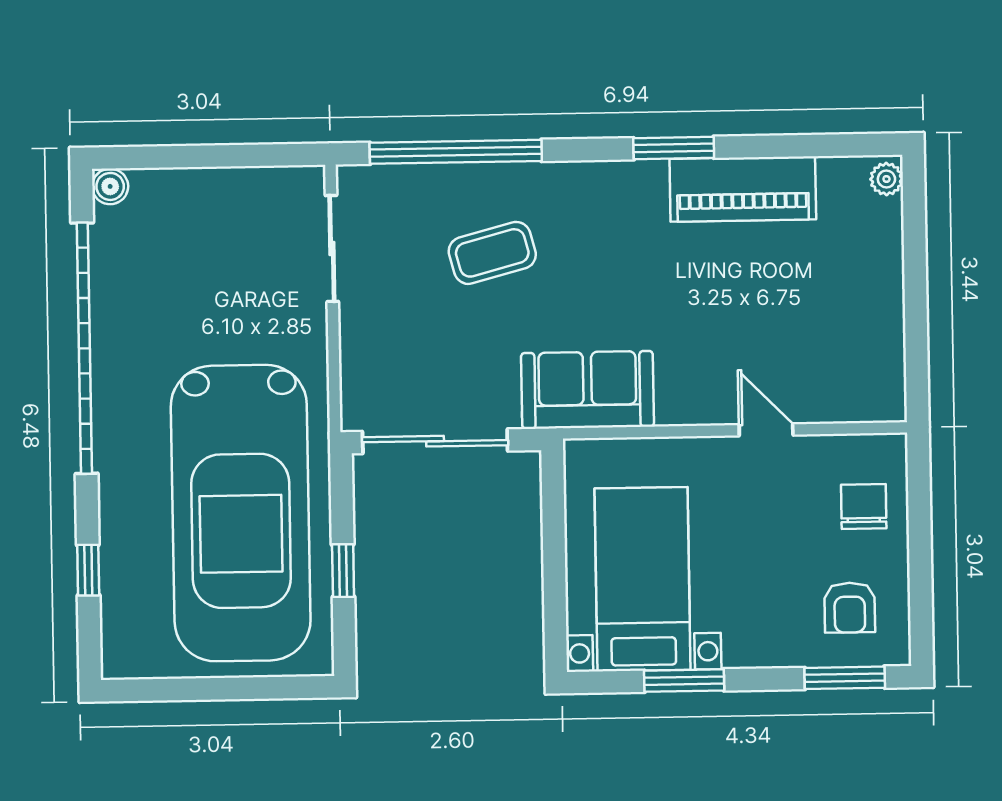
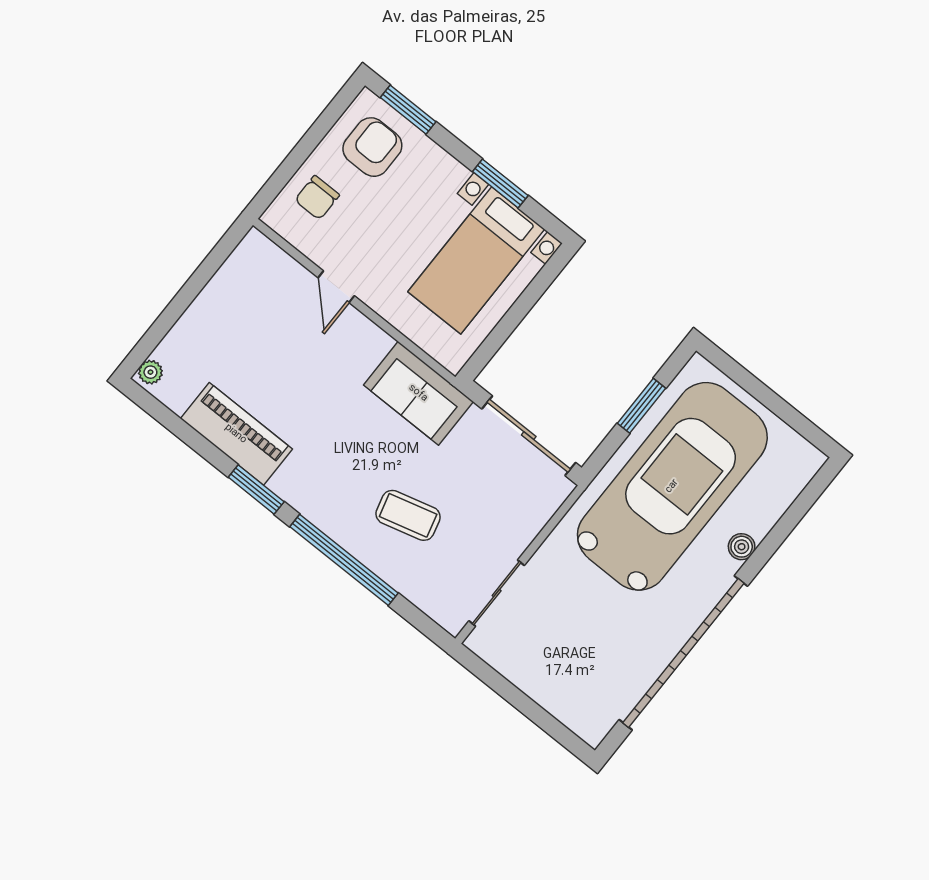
window: (456, 152) -> (344, 560), moved
boiler: (110, 186) -> (742, 547), moved
window: (88, 570) -> (785, 526), removed
window: (343, 571) -> (641, 406), width x1.50
armchair: (850, 608) -> (372, 147), width x1.38, depth x1.38

